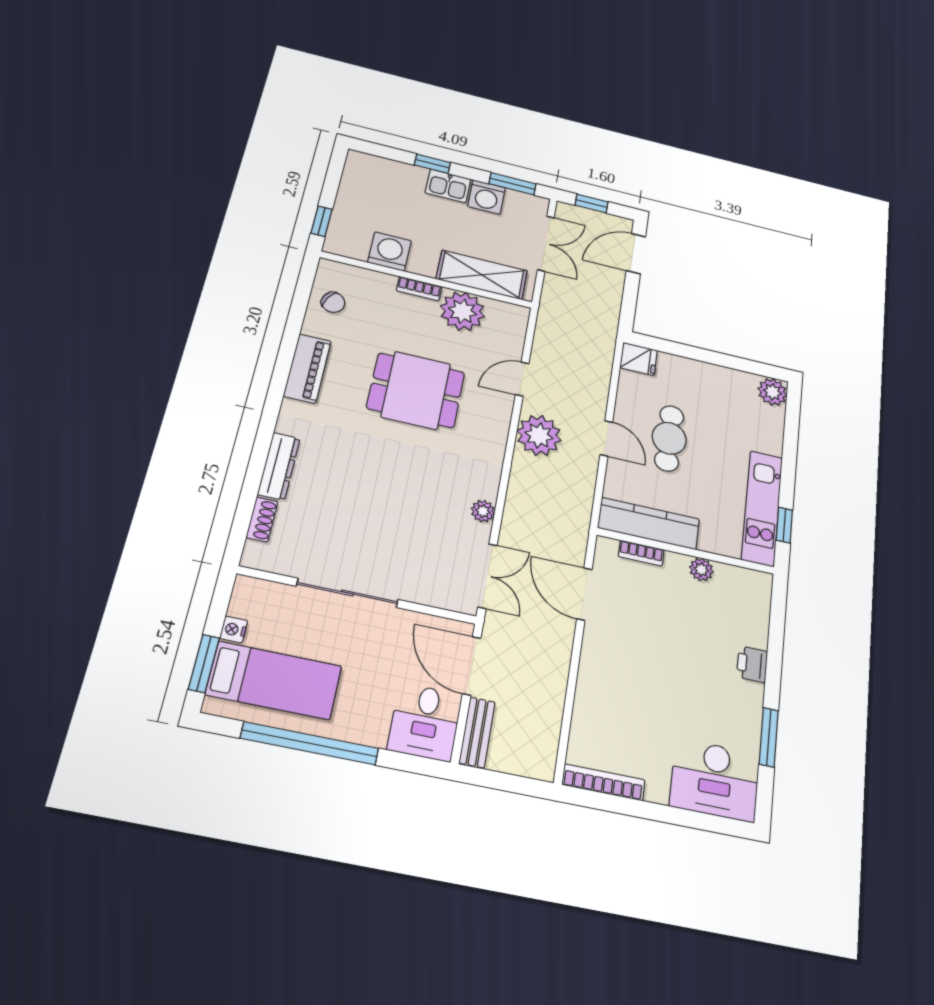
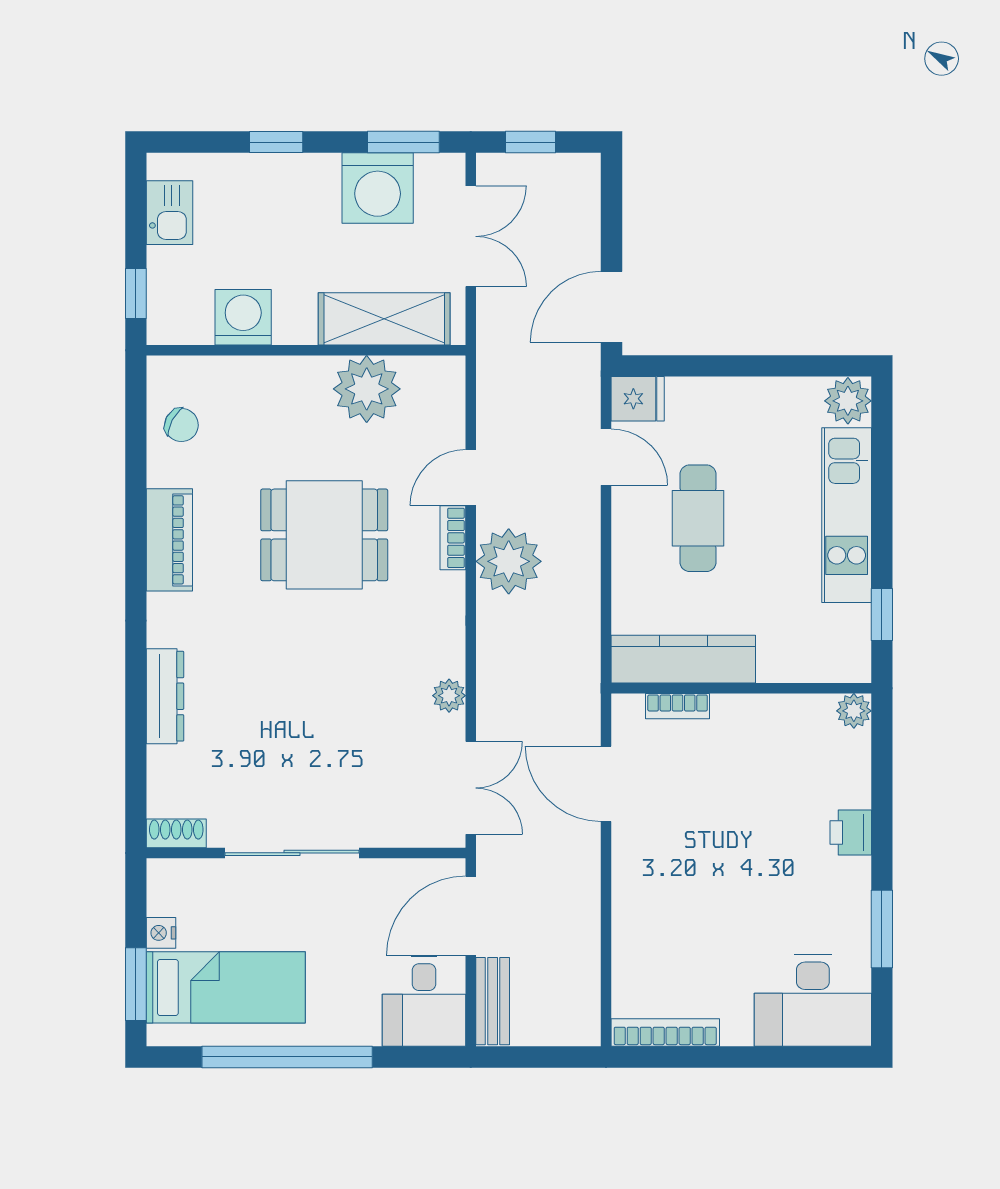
kitchen sink: (448, 186) -> (170, 213), moved, turned -90
washing machine: (487, 197) -> (378, 188), width x1.37, depth x1.37
door: (636, 254) -> (611, 307), moved
bookcase: (419, 289) -> (453, 538), moved, turned 90
door: (606, 438) -> (606, 457), moved
kitchen unit: (762, 508) -> (847, 515), moved
shoe rack: (262, 520) -> (176, 833), moved, turned -90
plant: (701, 570) -> (854, 711), moved
door: (472, 666) -> (471, 916), hinge flipped

